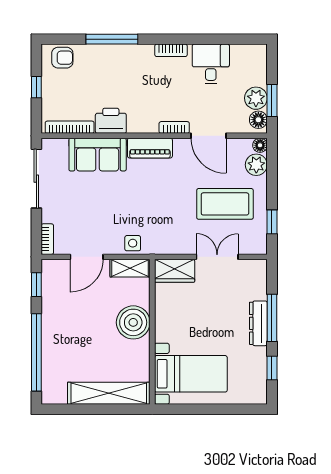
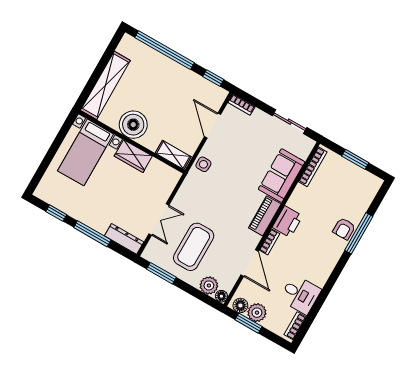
bookcase: (171, 50) -> (295, 326), moved
armchair: (62, 58) -> (344, 229), moved
window: (36, 87) -> (355, 159), width x1.50
printer: (111, 121) -> (287, 222), moved
door: (208, 136) -> (249, 263), swing flipped
sliding door: (36, 179) -> (290, 122), width x0.73
window: (272, 222) -> (161, 273), width x1.50
shelving: (130, 268) -> (173, 155), moved, turned 90
wardrobe: (175, 271) -> (133, 156), moved, turned -90
boiler: (133, 322) -> (133, 125), moved
dresser: (258, 323) -> (124, 239), moved

